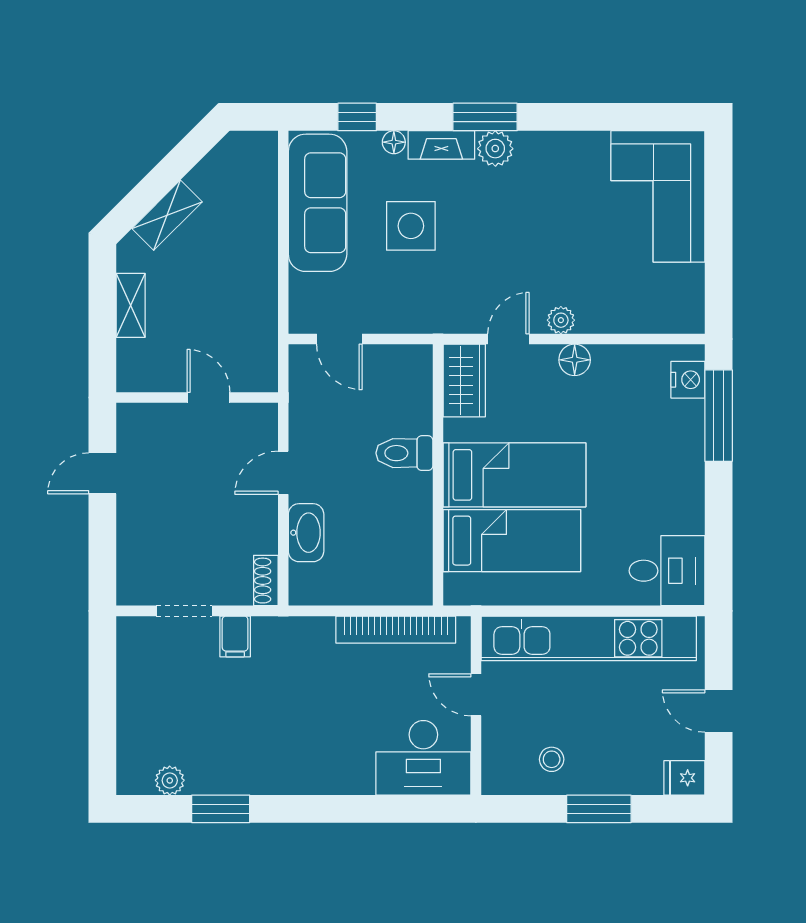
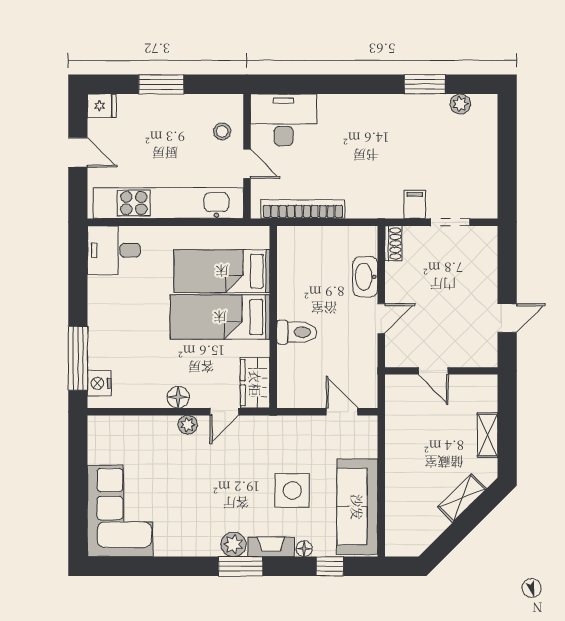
stool: (552, 759) -> (222, 132), moved

